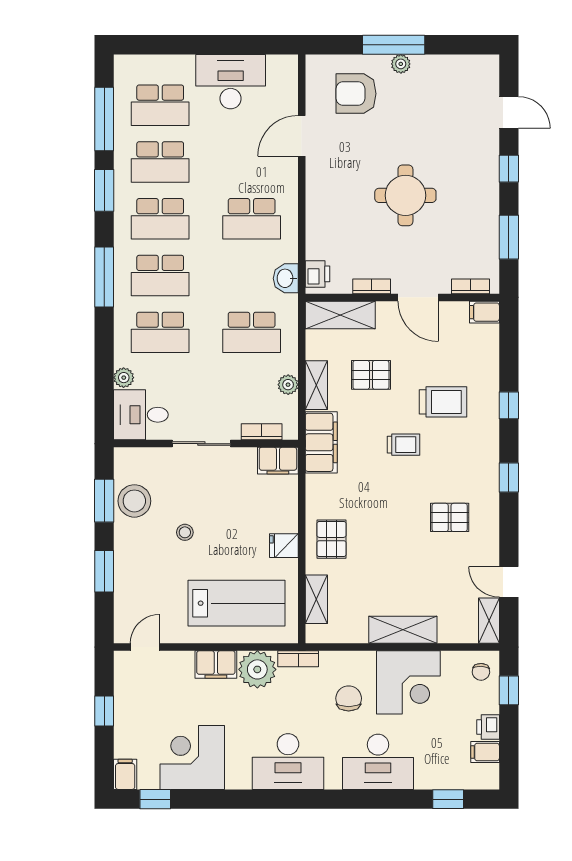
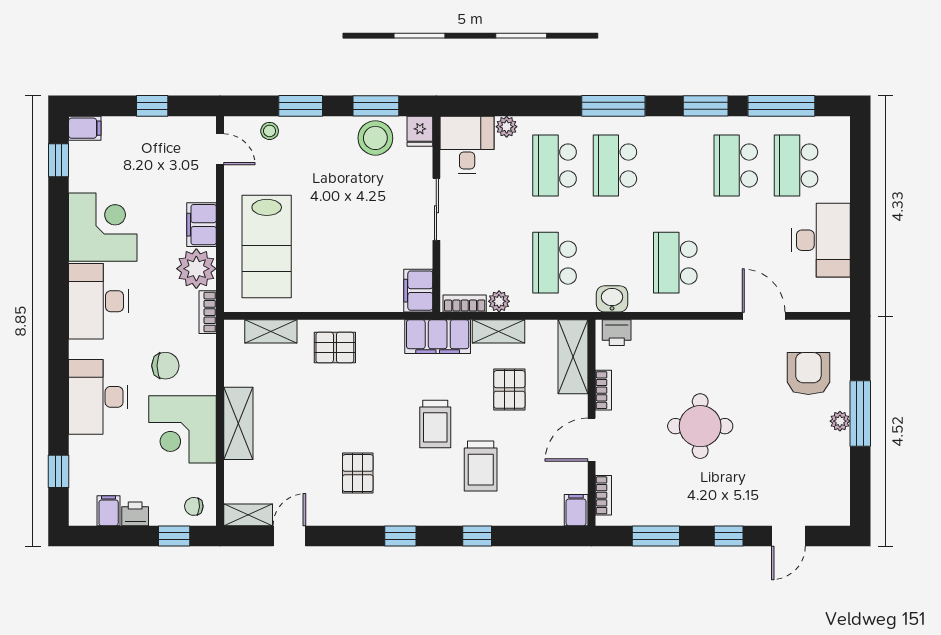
school desk: (160, 219) -> (675, 165), removed
bookcase: (262, 432) -> (465, 303), moved, turned -90
trolley: (403, 445) -> (435, 424), width x1.36, depth x1.39
stool: (185, 532) -> (270, 131), moved
fridge: (284, 546) -> (420, 131), moved, turned 180
corner desk: (192, 757) -> (103, 227), moved

